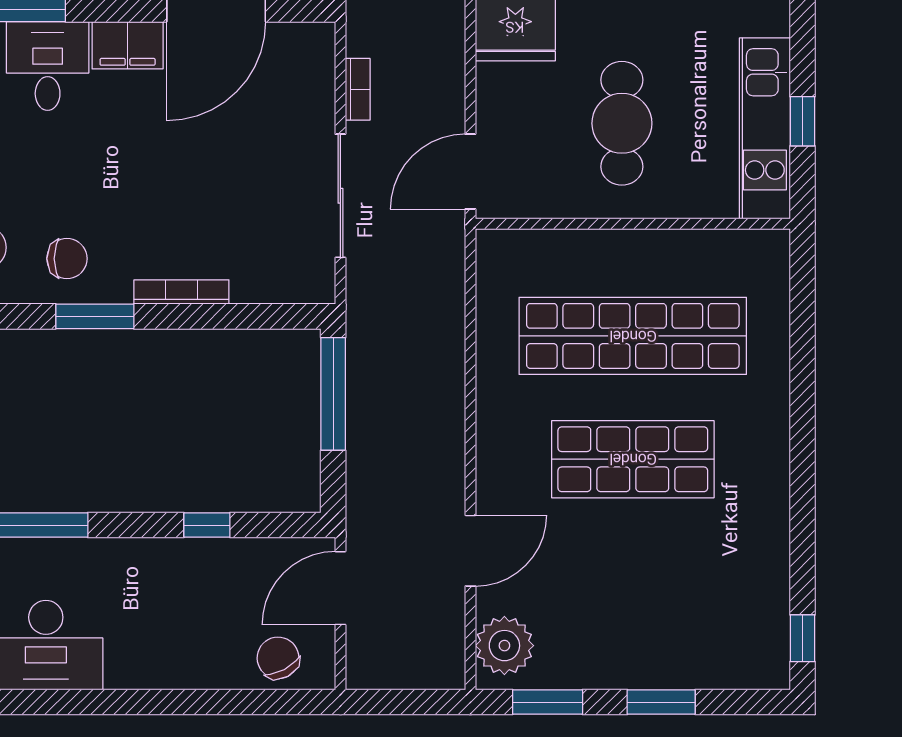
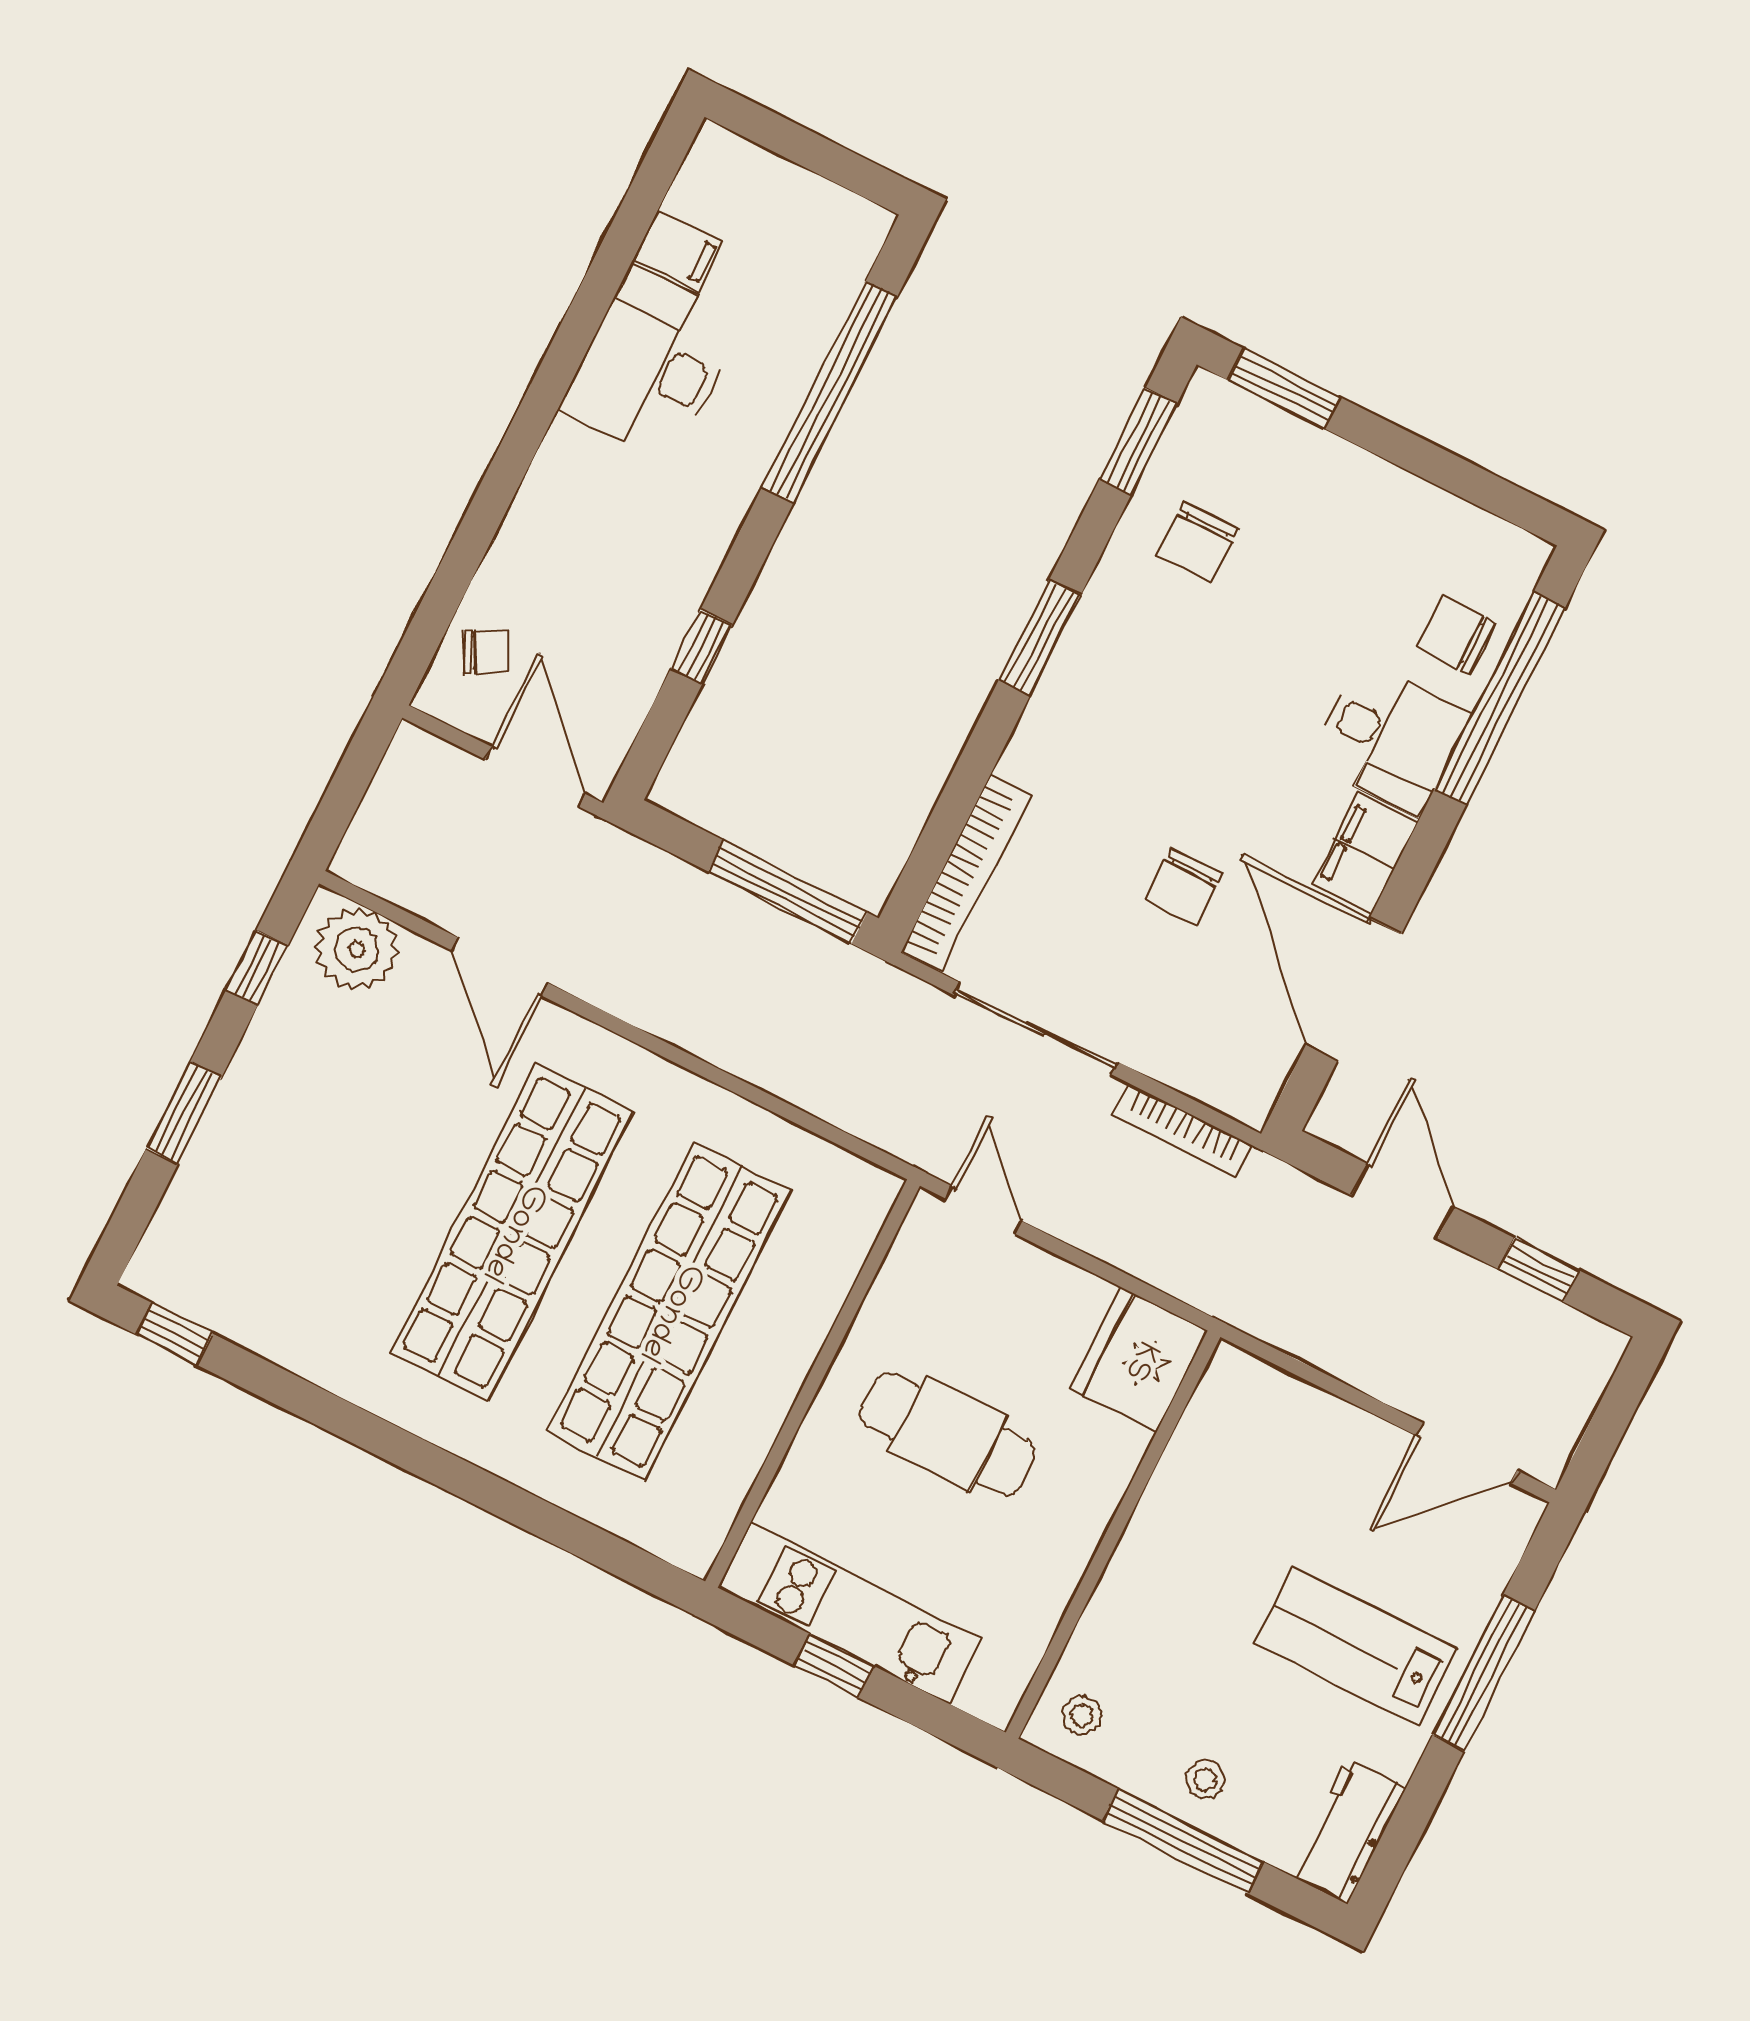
bookcase: (358, 89) -> (1183, 1130), width x1.56
door: (470, 172) -> (983, 1210), width x0.73
chair: (67, 259) -> (1184, 887), moved
bookcase: (181, 292) -> (966, 873), moved, width x1.48, depth x1.31
shop shelf: (633, 459) -> (512, 1232), width x1.40
chair: (278, 658) -> (486, 652), width x0.73, depth x0.73
window: (548, 702) -> (257, 968), width x0.67

